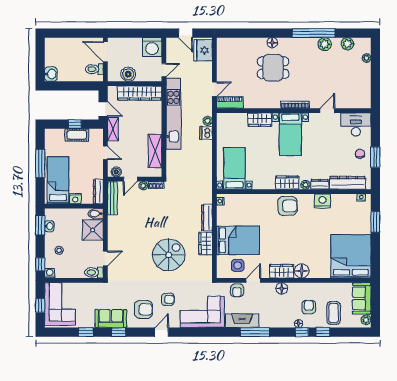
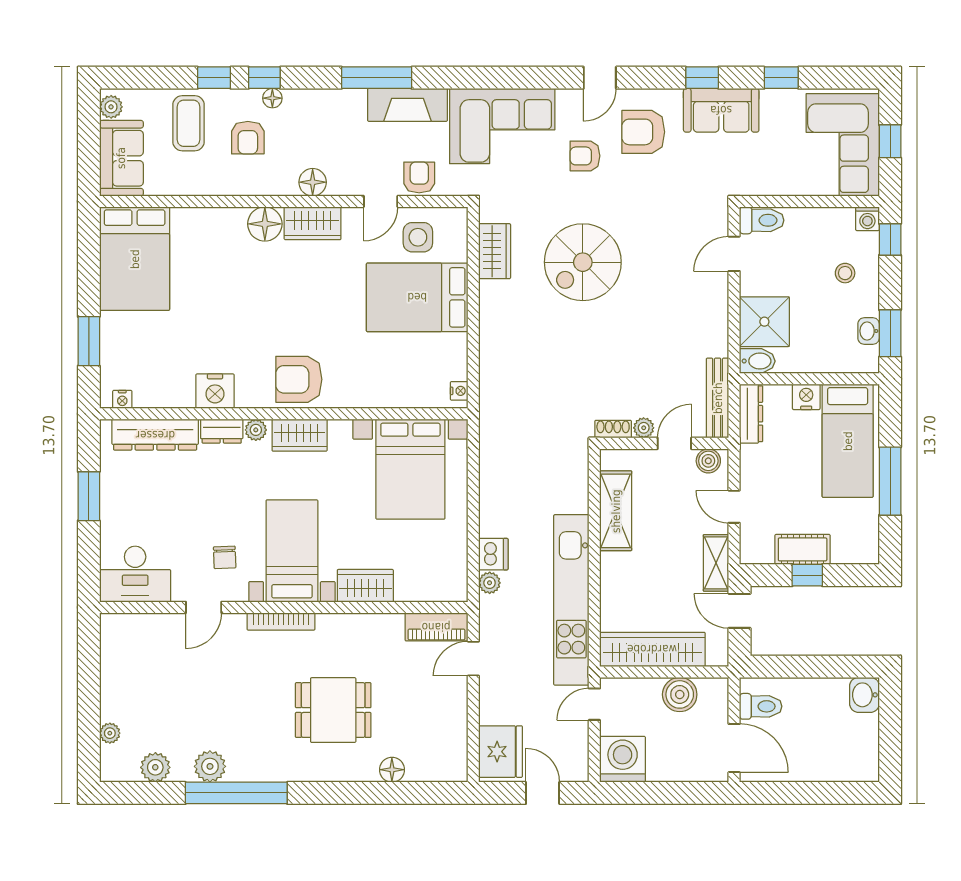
floor lamp: (272, 43) -> (392, 770), moved
chair: (360, 154) -> (225, 557), moved
bed with nightstands: (234, 168) -> (410, 469), width x1.36
dresser: (207, 218) -> (491, 351), removed
wardrobe: (206, 243) -> (495, 251), moved
bed: (351, 256) -> (135, 259), width x0.73

